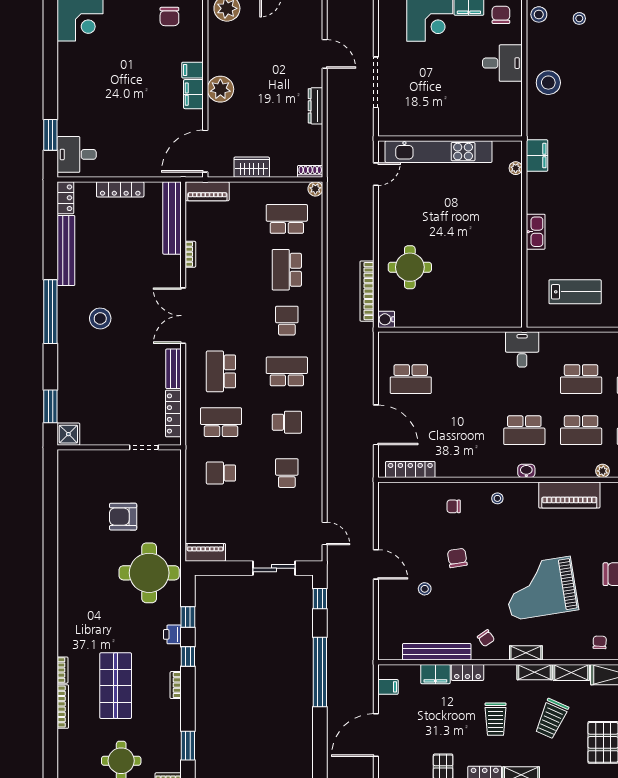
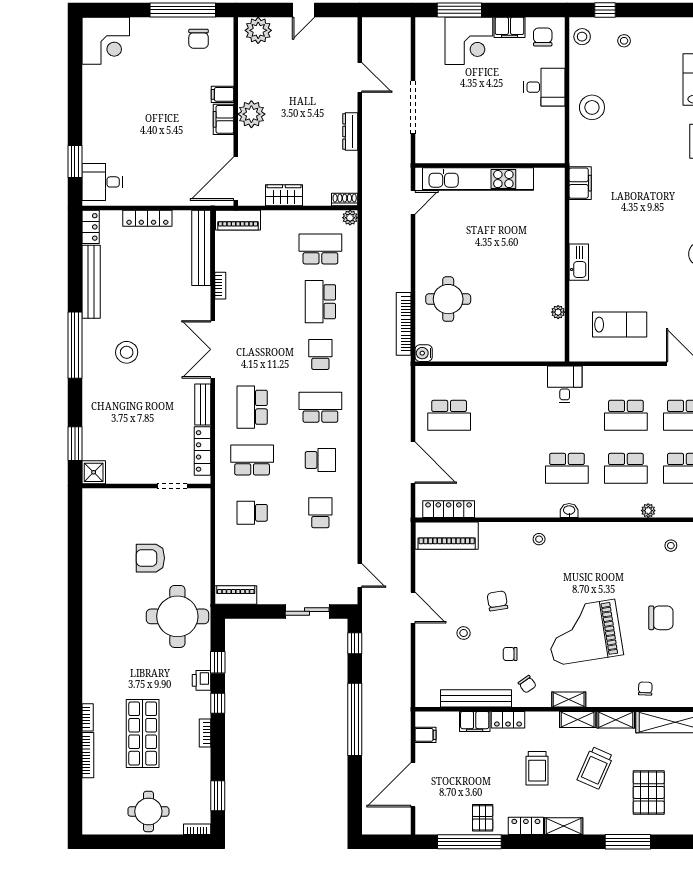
plant: (516, 168) -> (558, 312), moved
piano: (569, 495) -> (447, 536), moved
chair: (454, 506) -> (510, 654), moved

